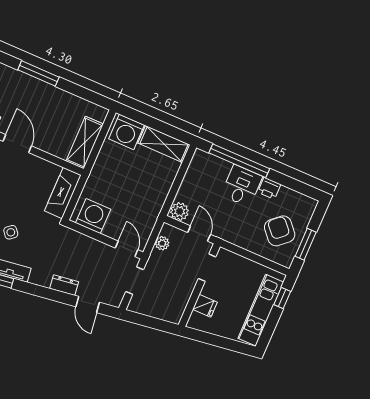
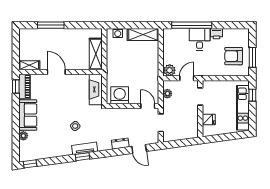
washing machine: (126, 132) -> (118, 33), width x0.53, depth x0.53
armchair: (280, 231) -> (234, 56), turned -48
door: (199, 234) -> (187, 78), hinge flipped

